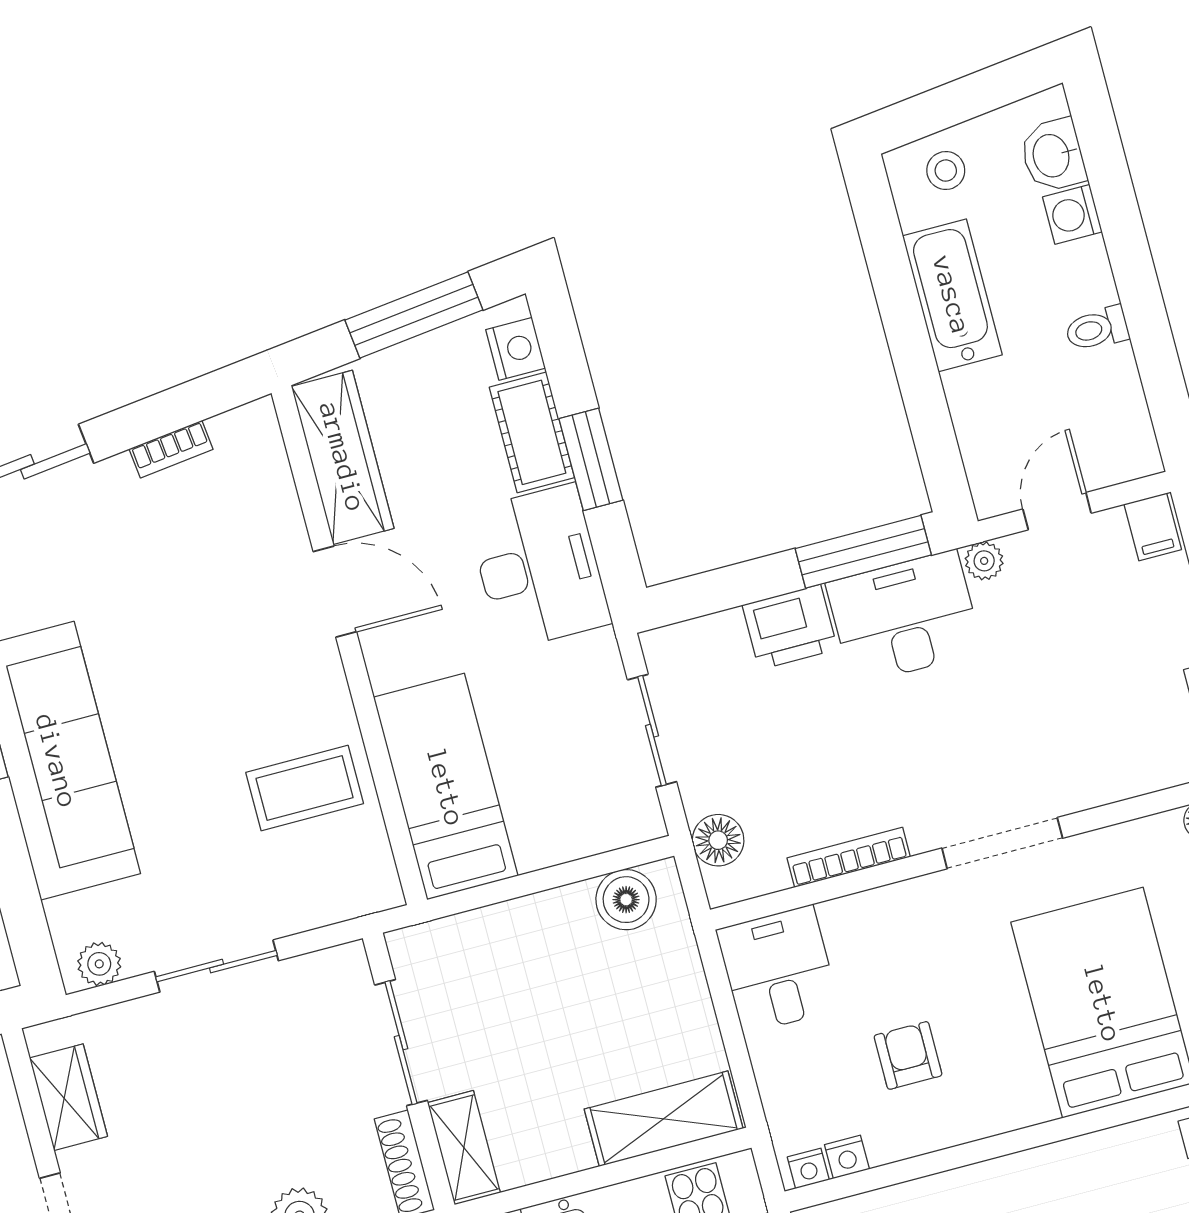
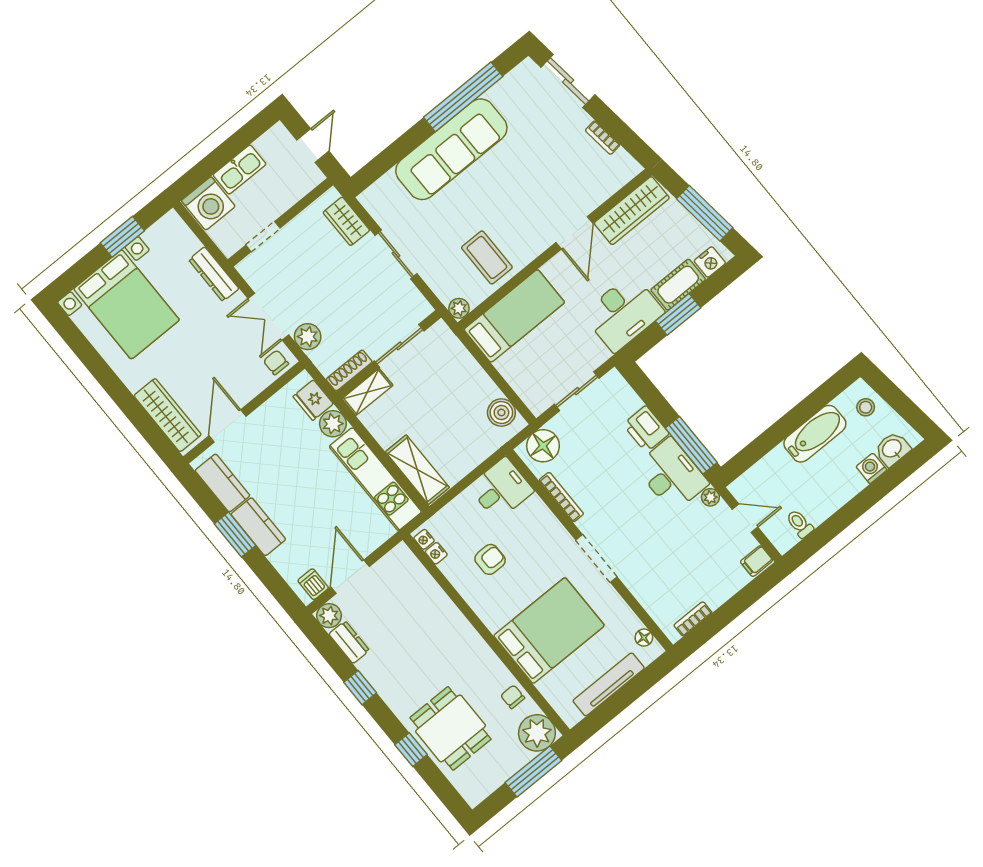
toilet: (1097, 329) -> (800, 524), moved
floor lamp: (718, 840) -> (543, 446), width x1.38, depth x1.38
plant: (99, 964) -> (459, 308), moved
wardrobe: (68, 1097) -> (346, 221), moved, turned 90

